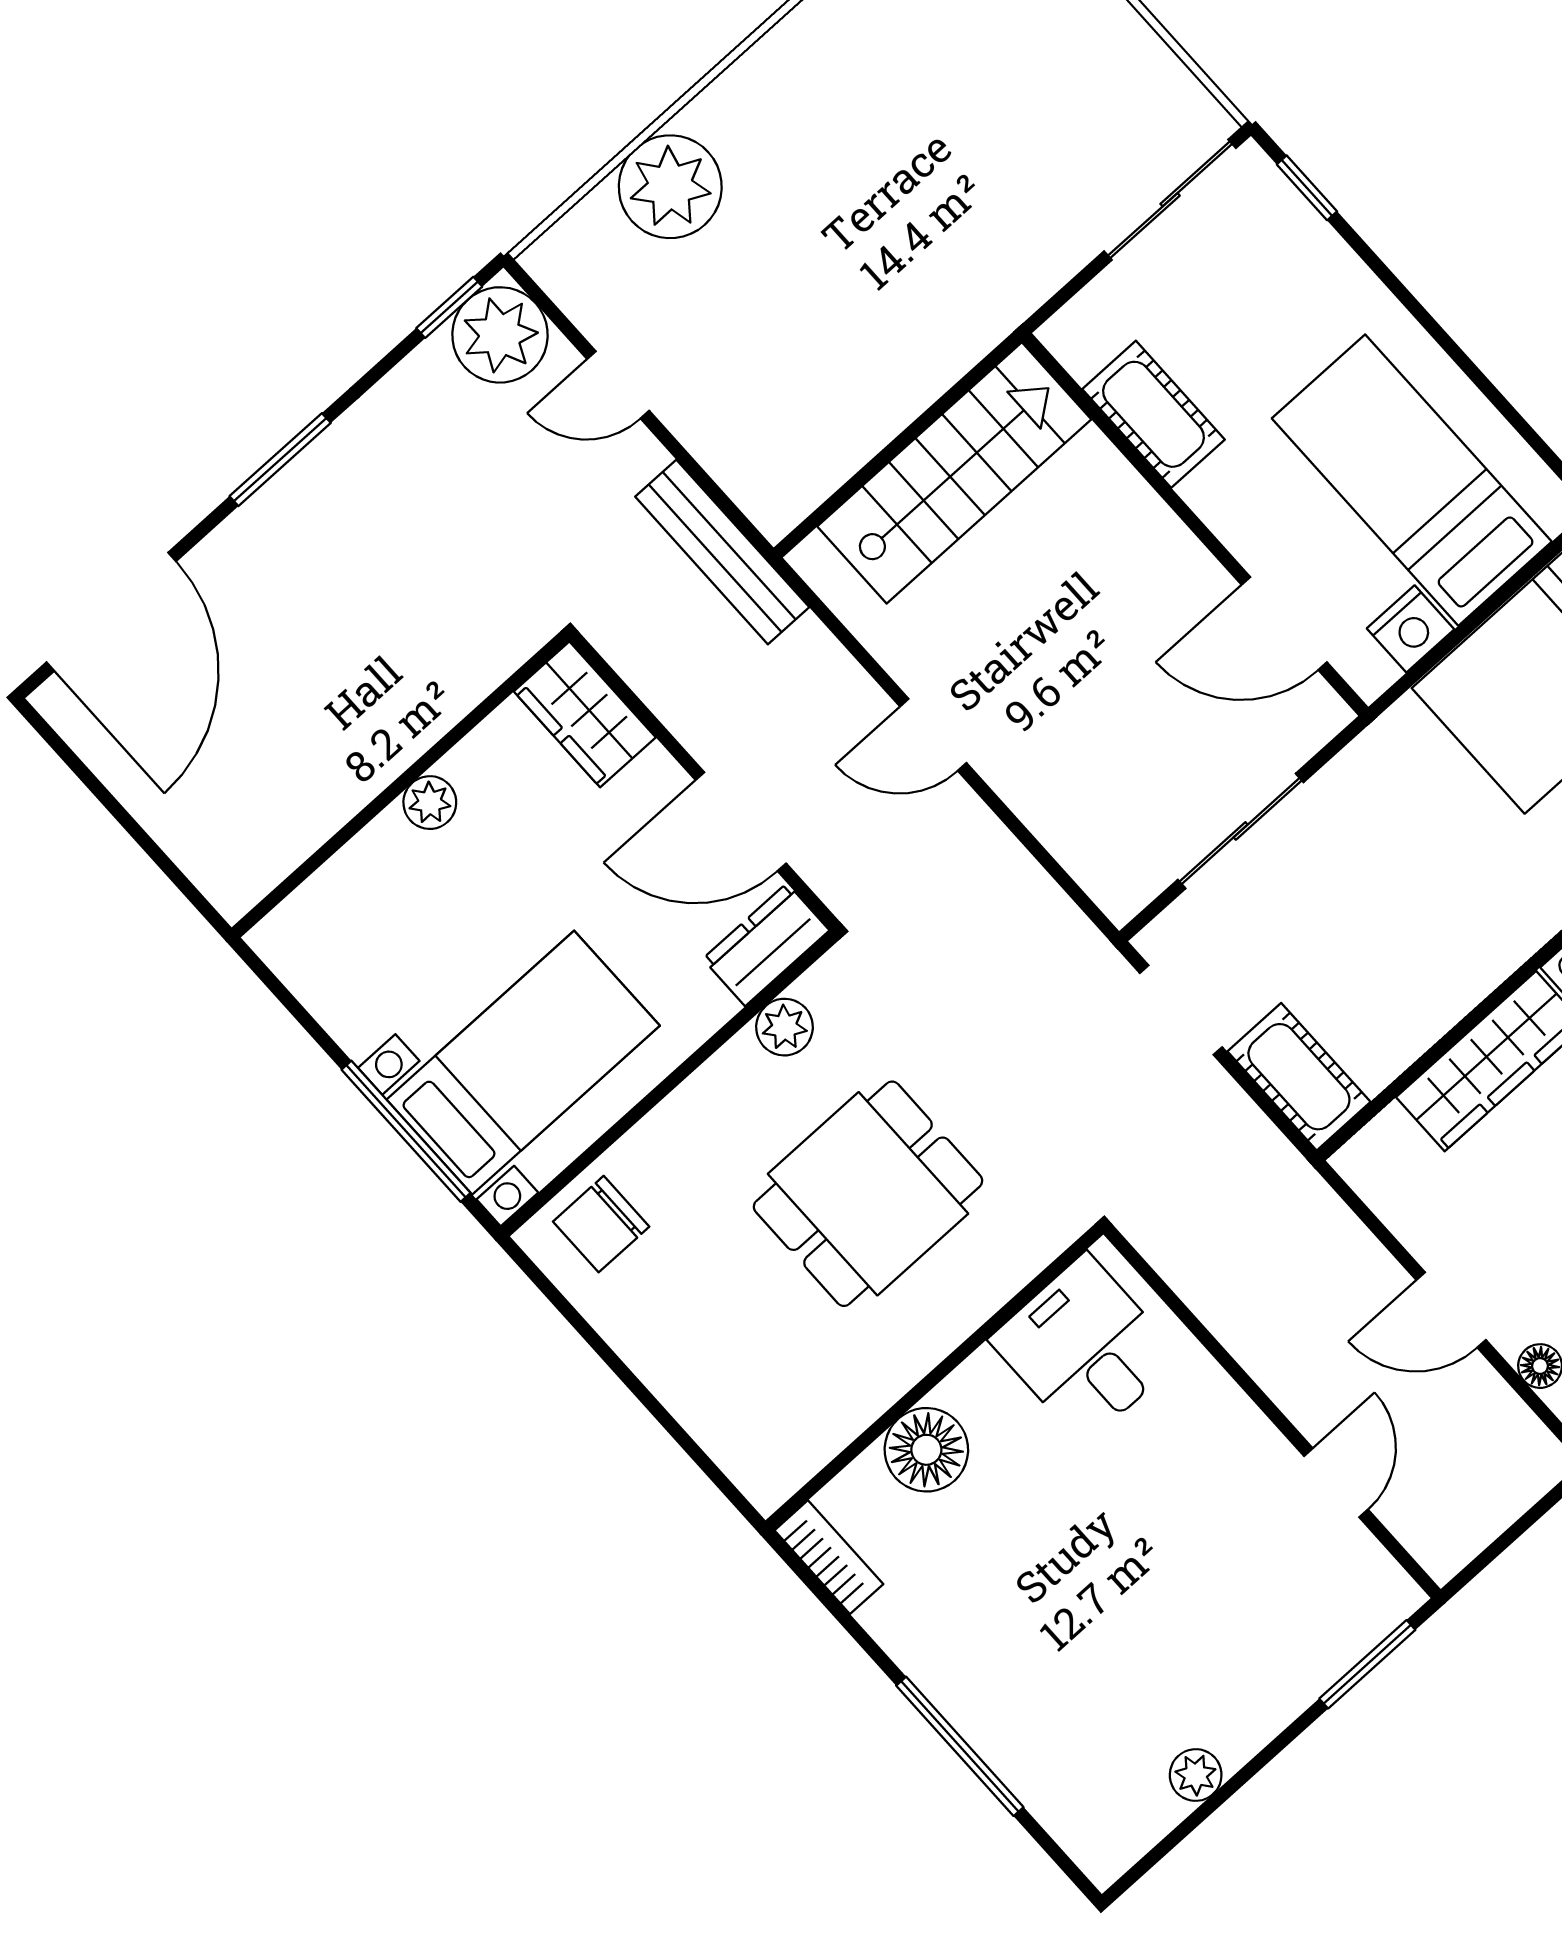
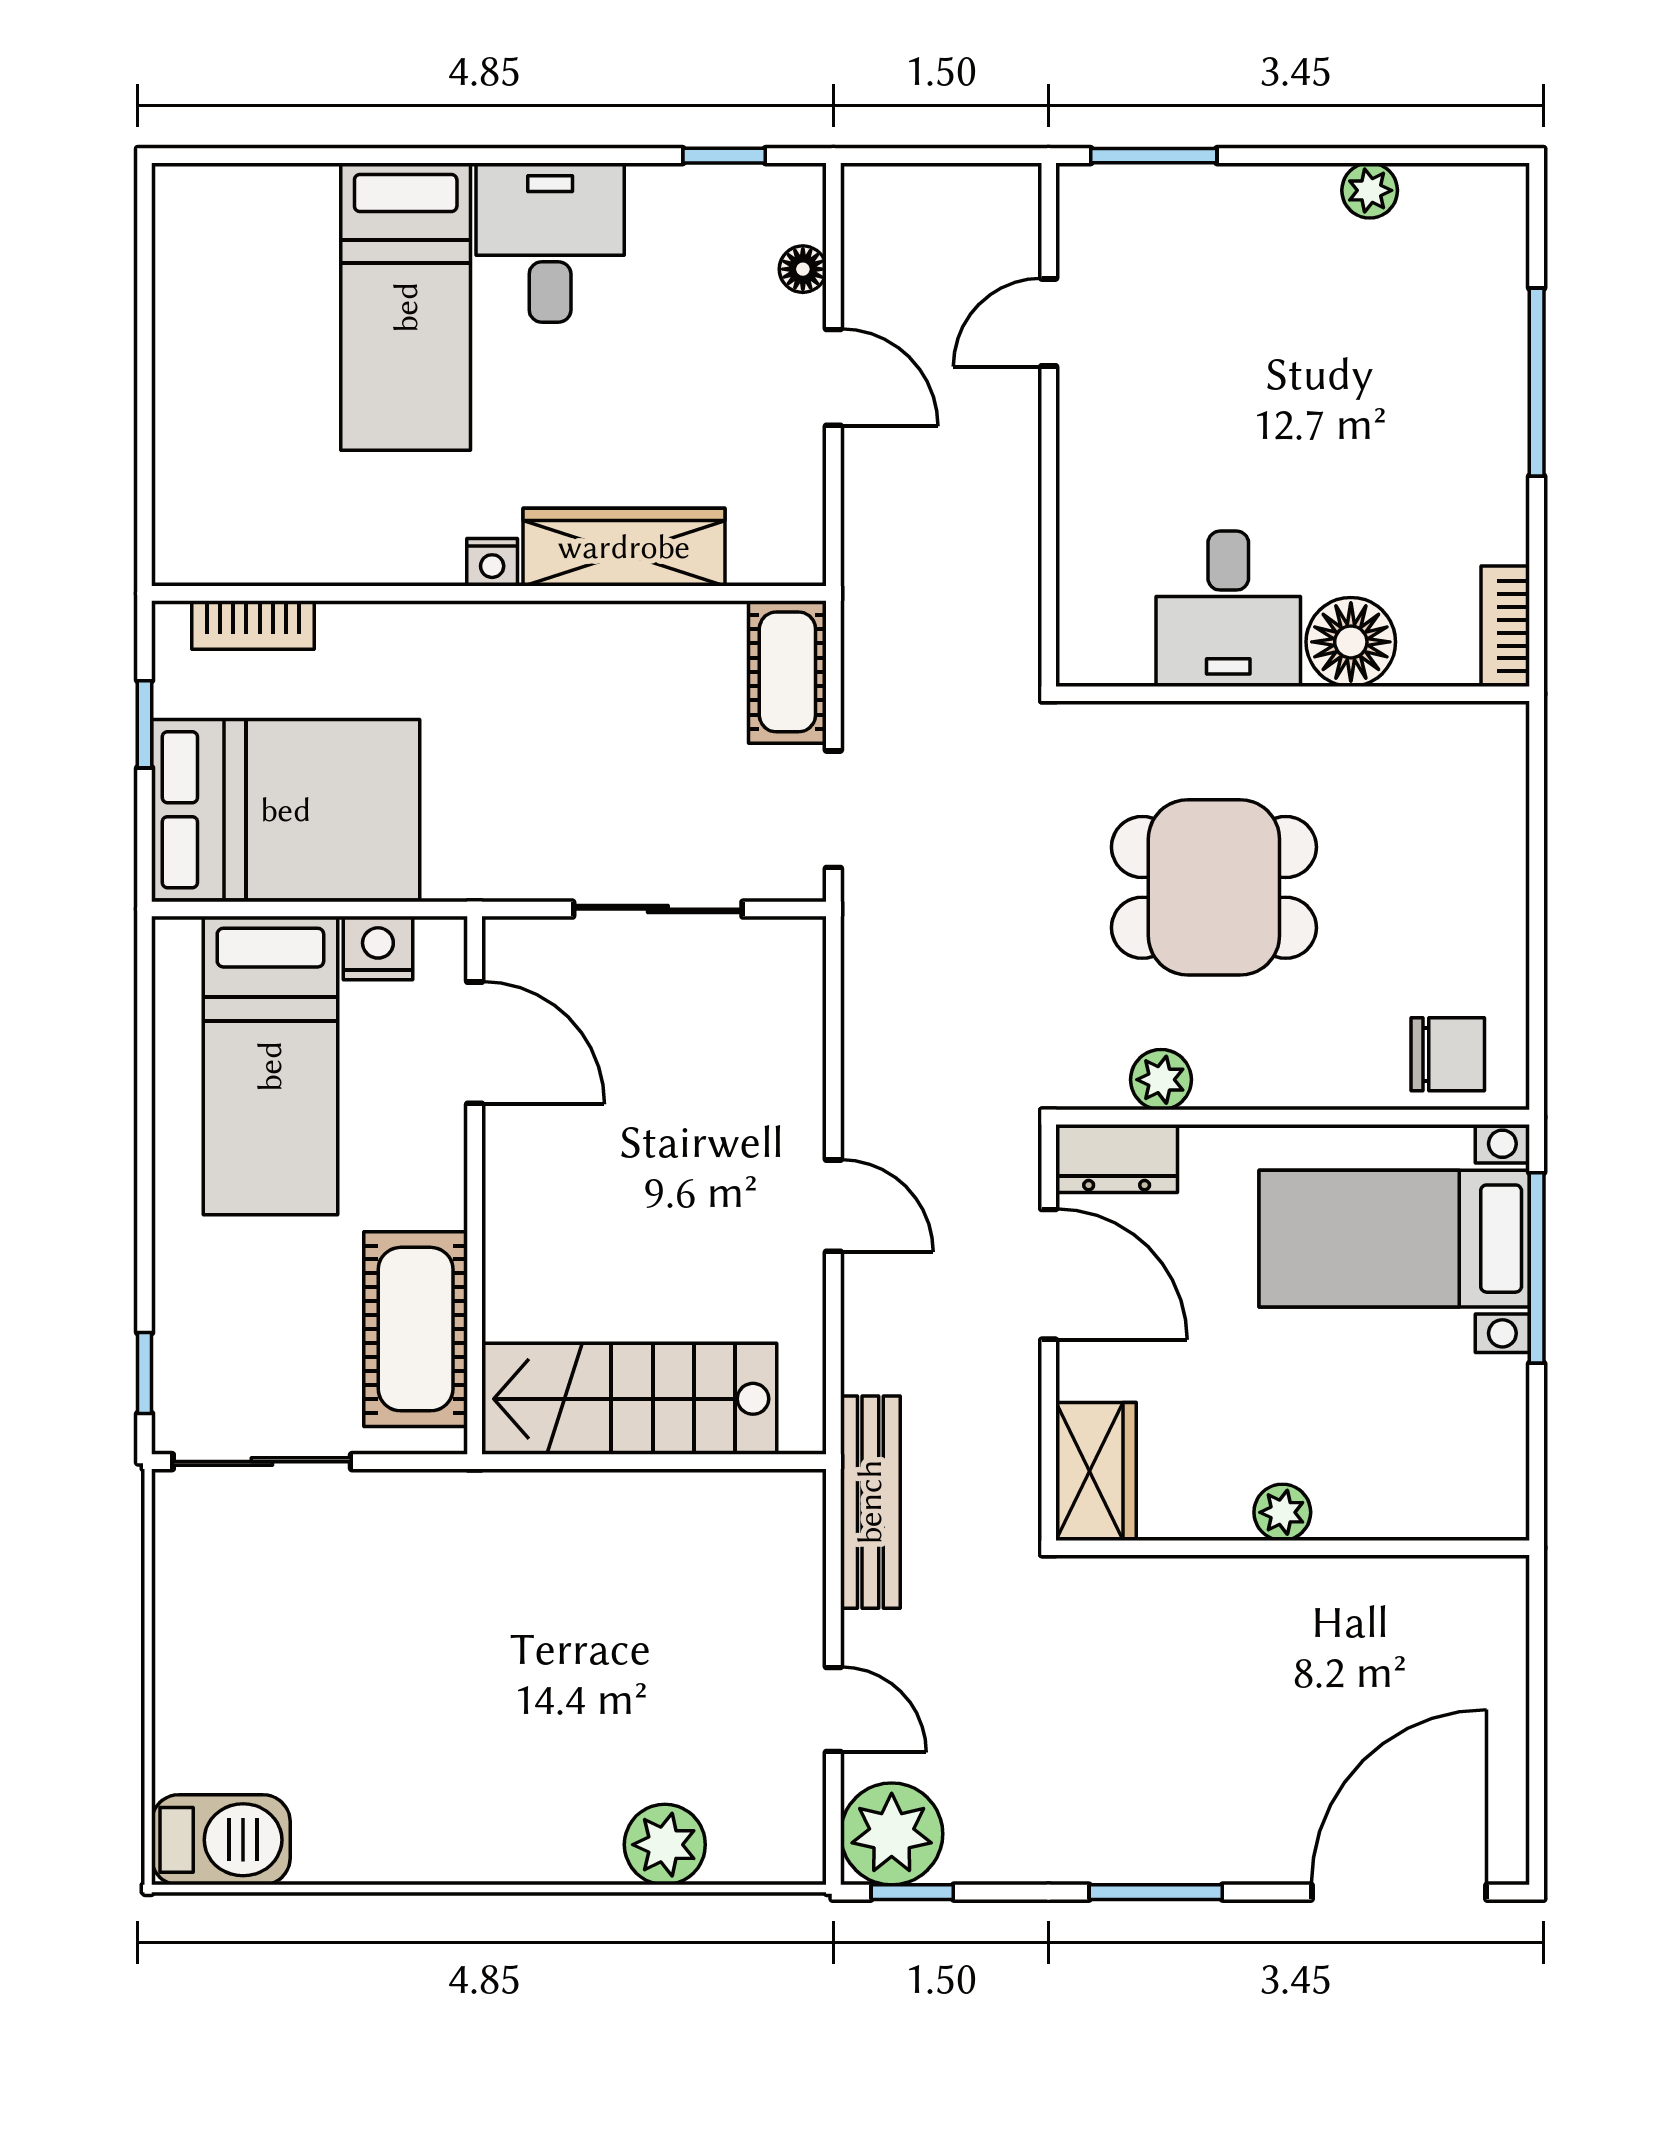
plant: (670, 187) -> (665, 1845), width x0.73, depth x0.73
cot: (1153, 414) -> (416, 1329), width x1.37, depth x1.34
desk: (1085, 1349) -> (1228, 609), moved

